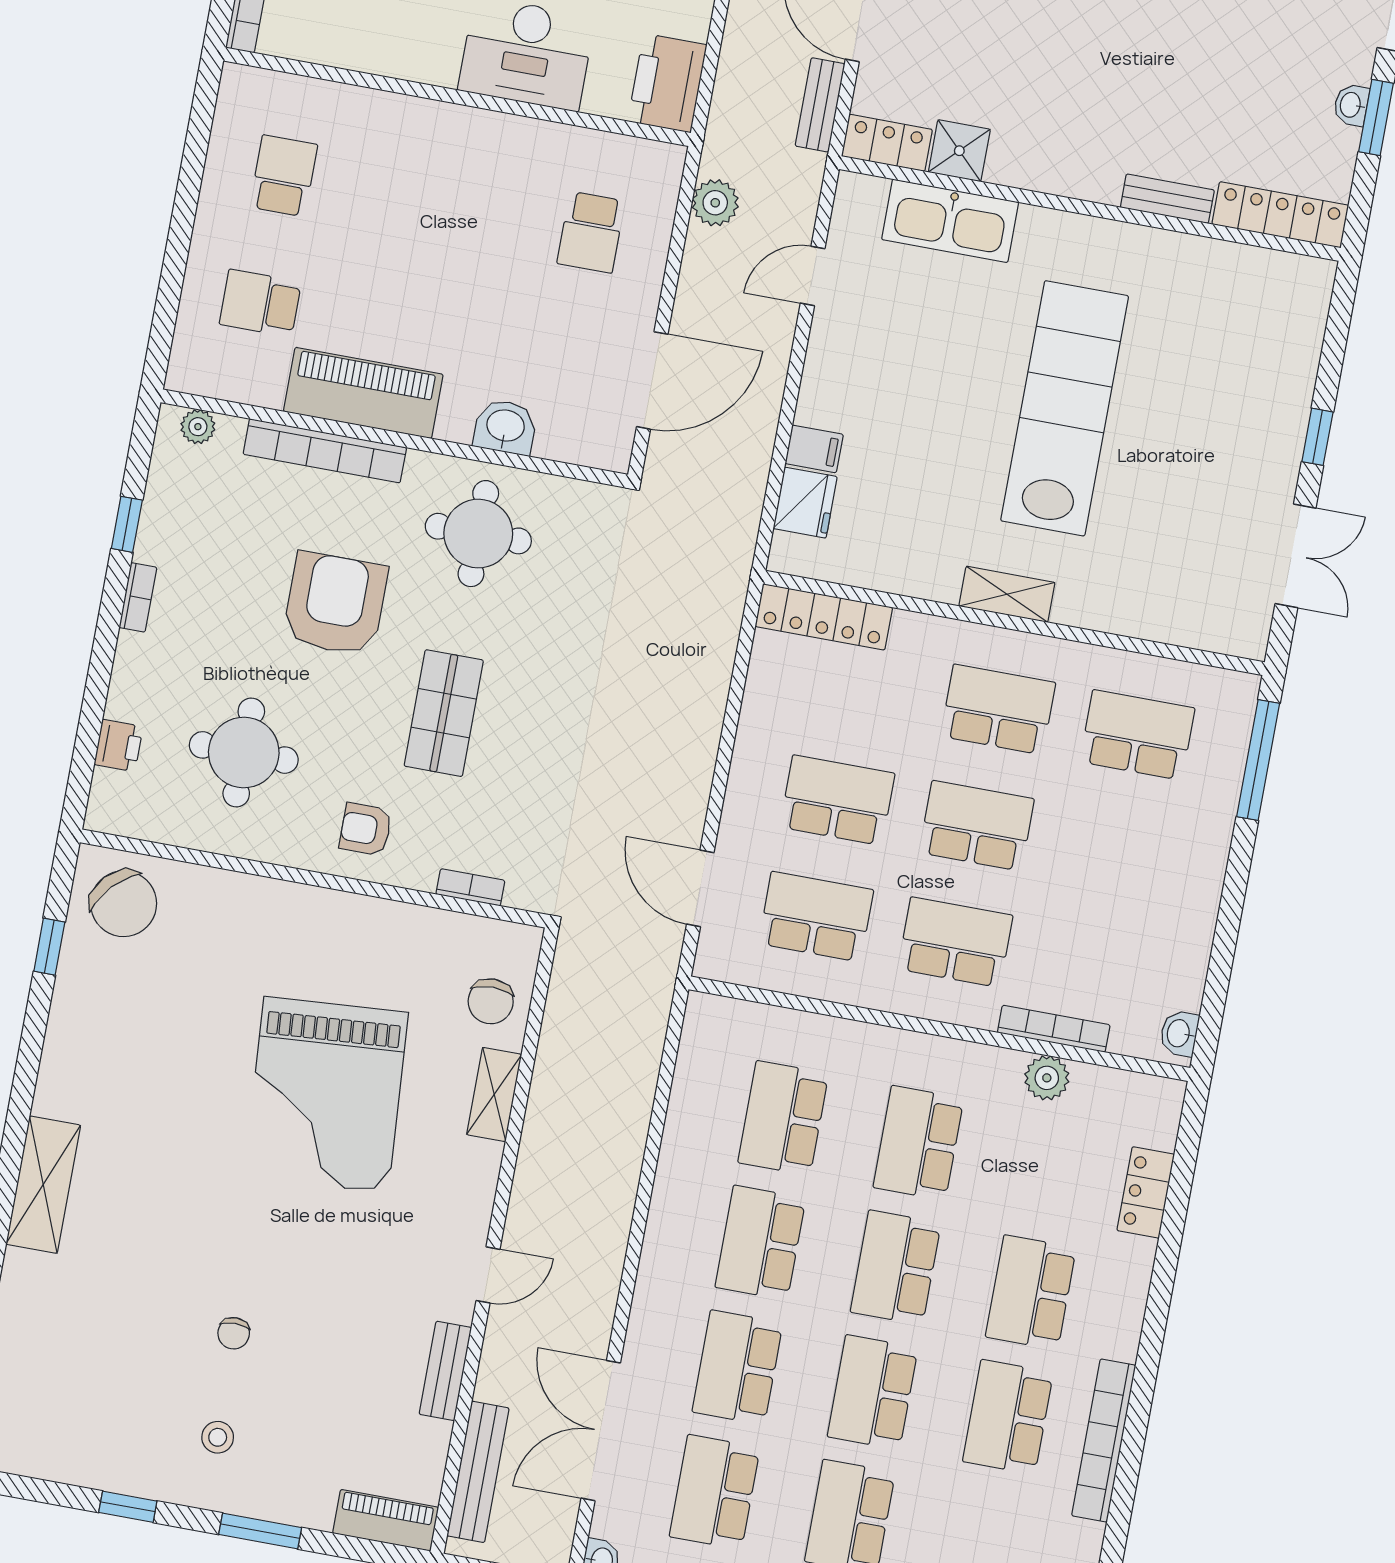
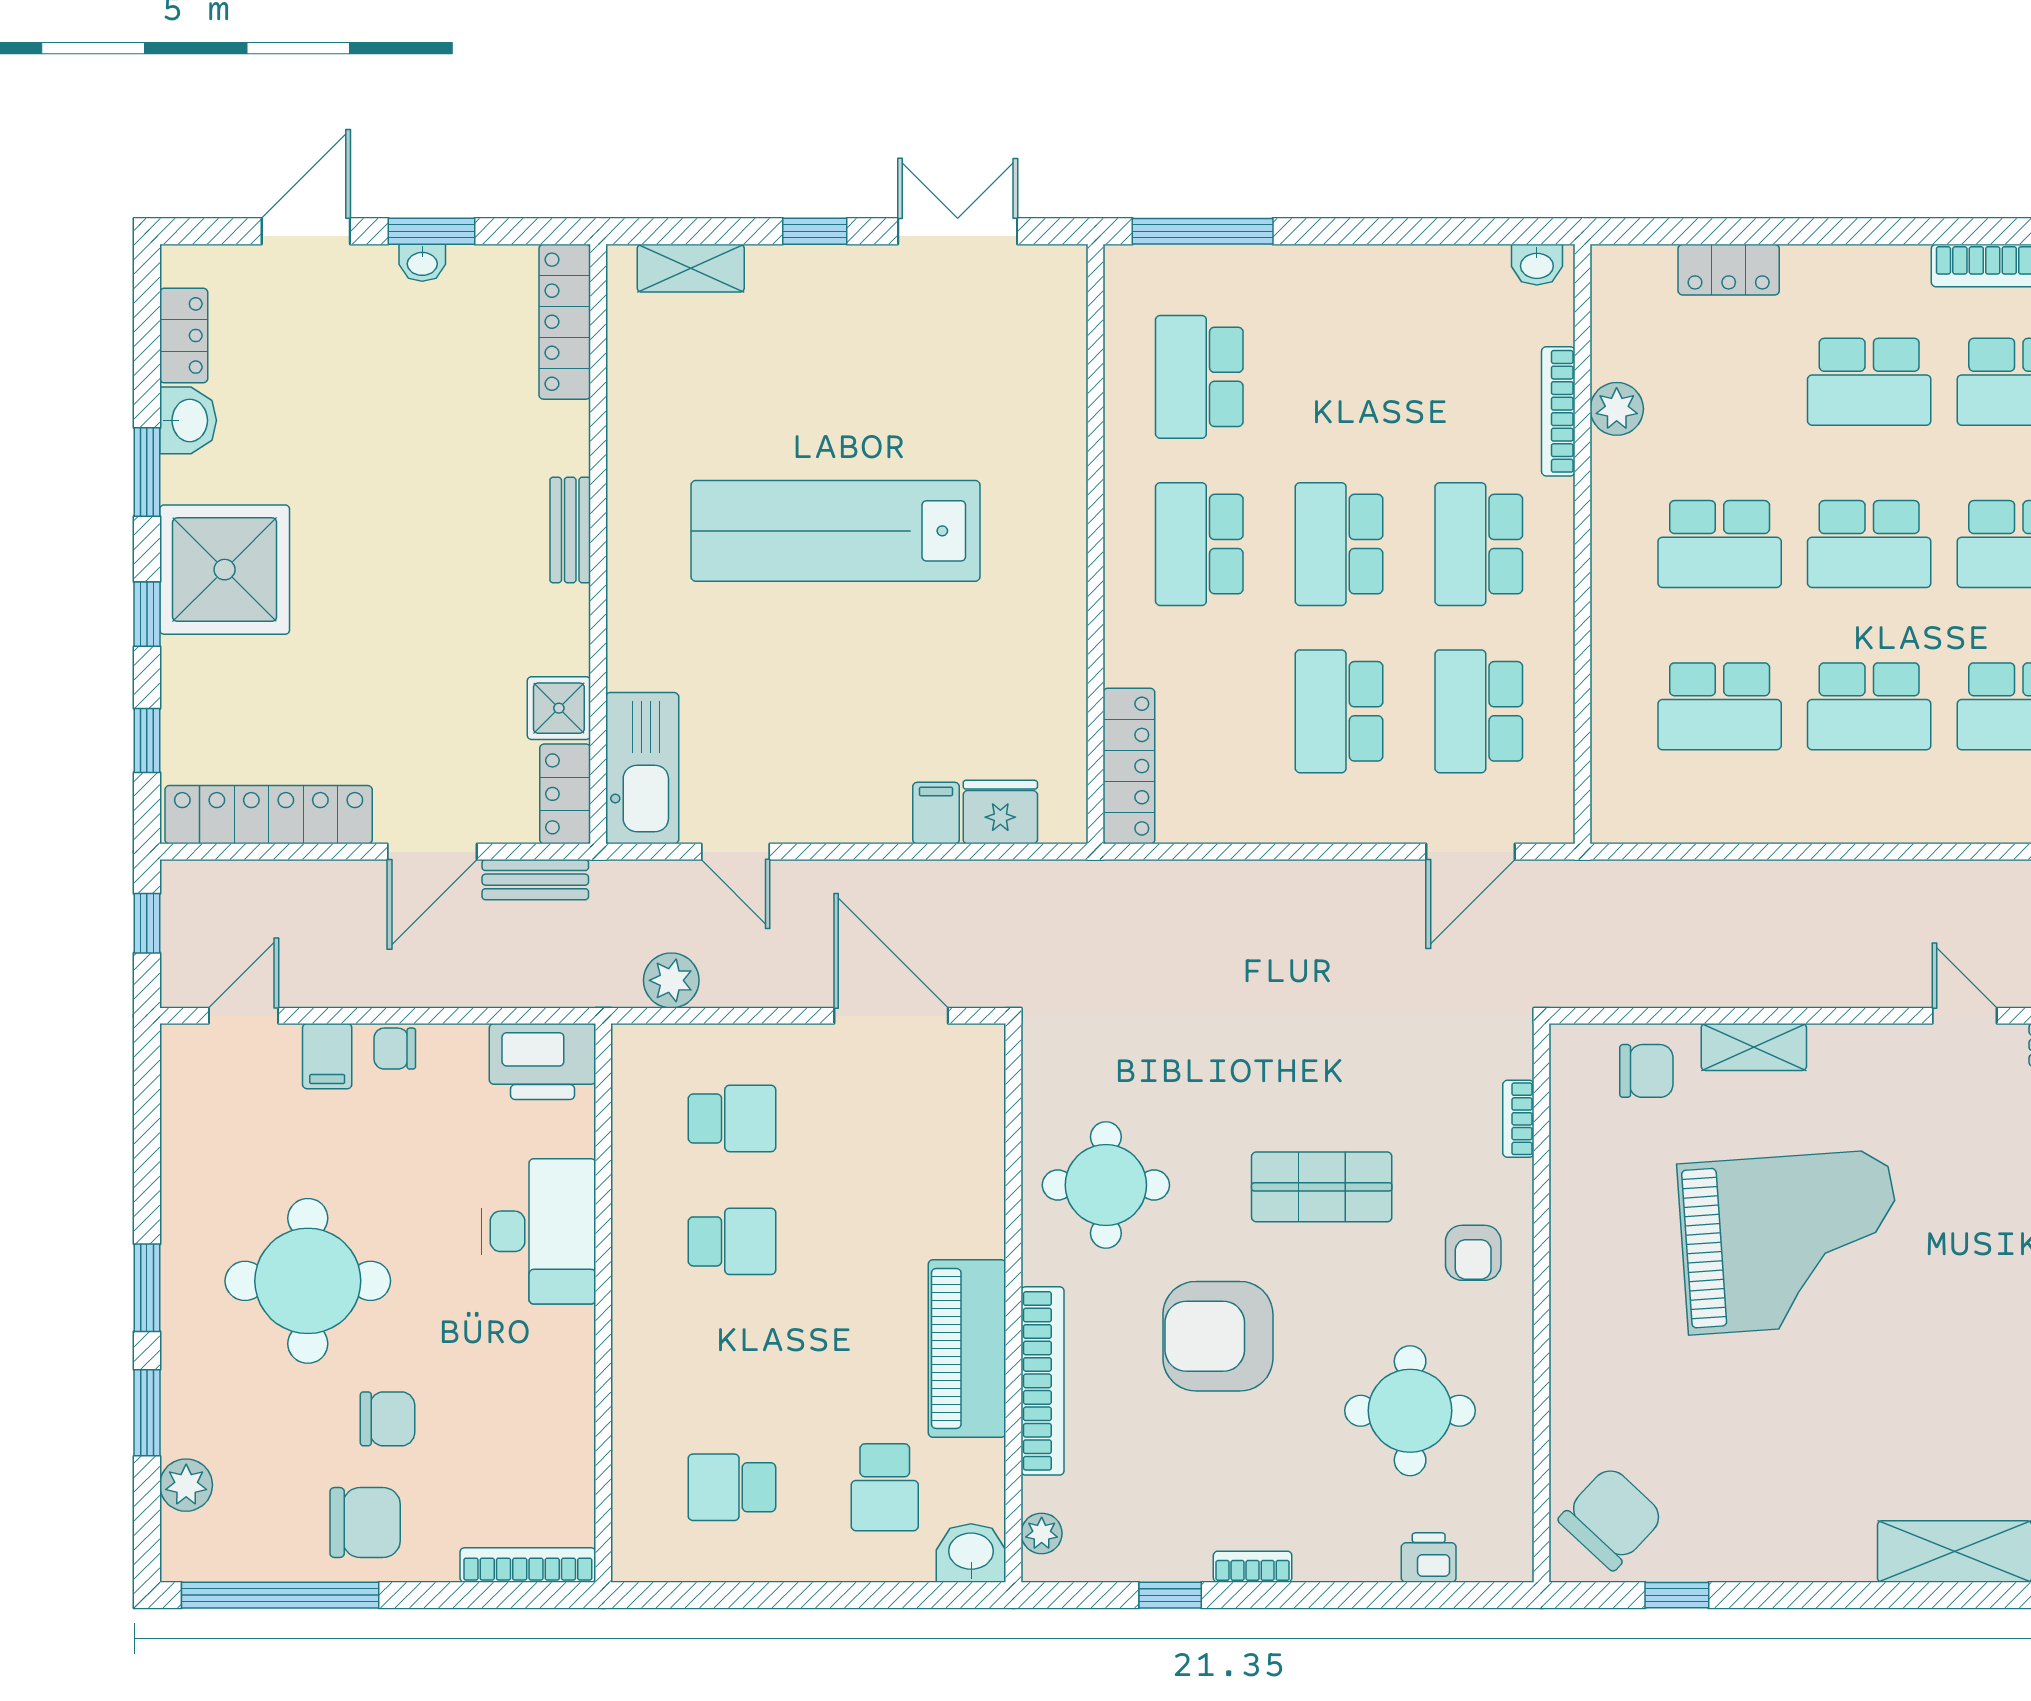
bench: (1167, 199) -> (570, 530), moved
school desk: (489, 213) -> (732, 1241), added
kitchen sink: (950, 221) -> (642, 768), moved
washbasin: (505, 427) -> (971, 1553), moved, turned 90
shelving: (1007, 594) -> (691, 268), moved, turned 90

